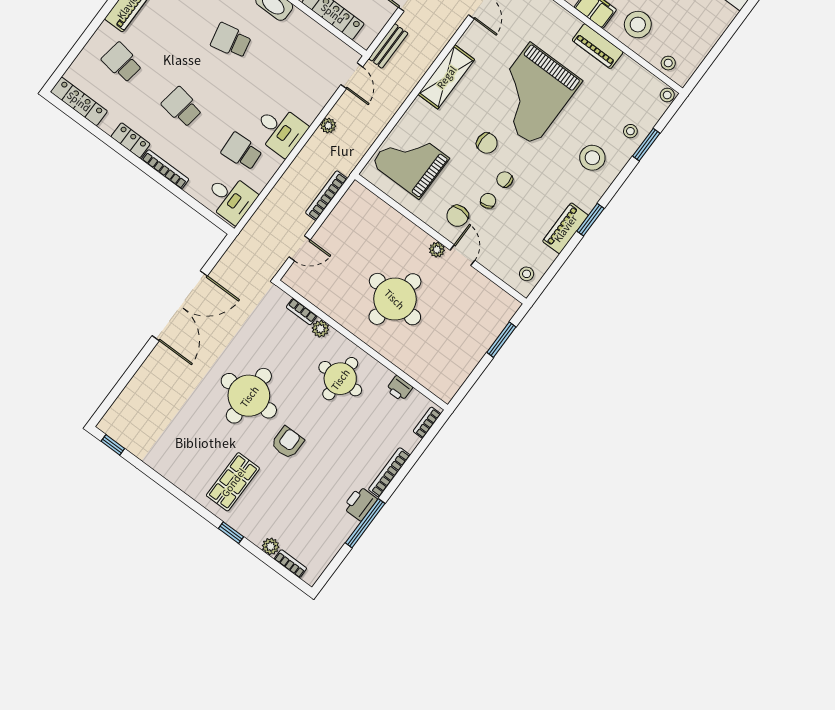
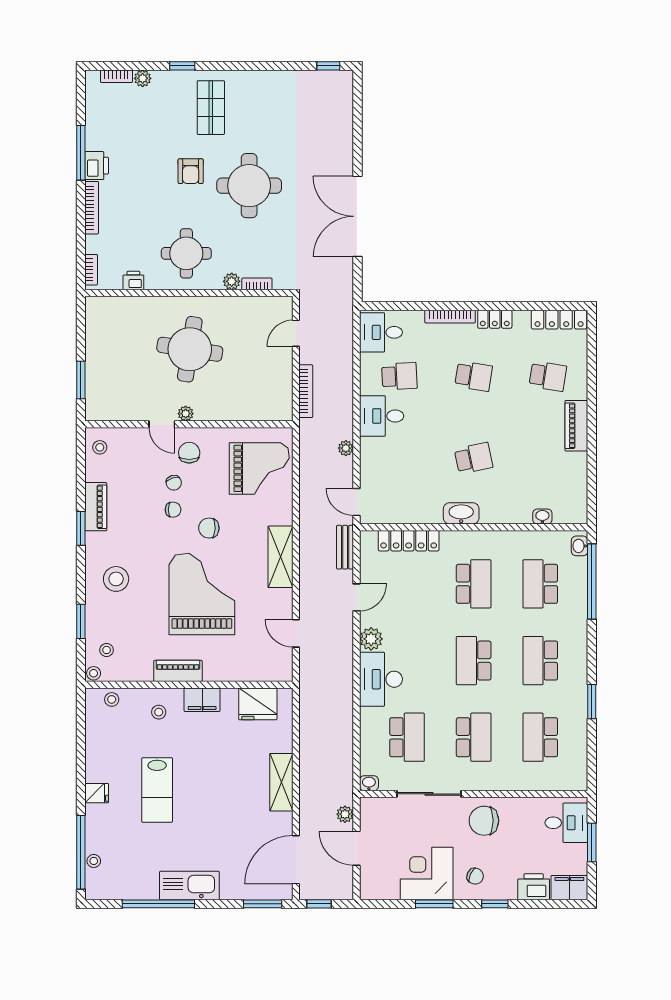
stool: (638, 25) -> (159, 712), width x0.53, depth x0.53
stool: (630, 131) -> (107, 650), moved

